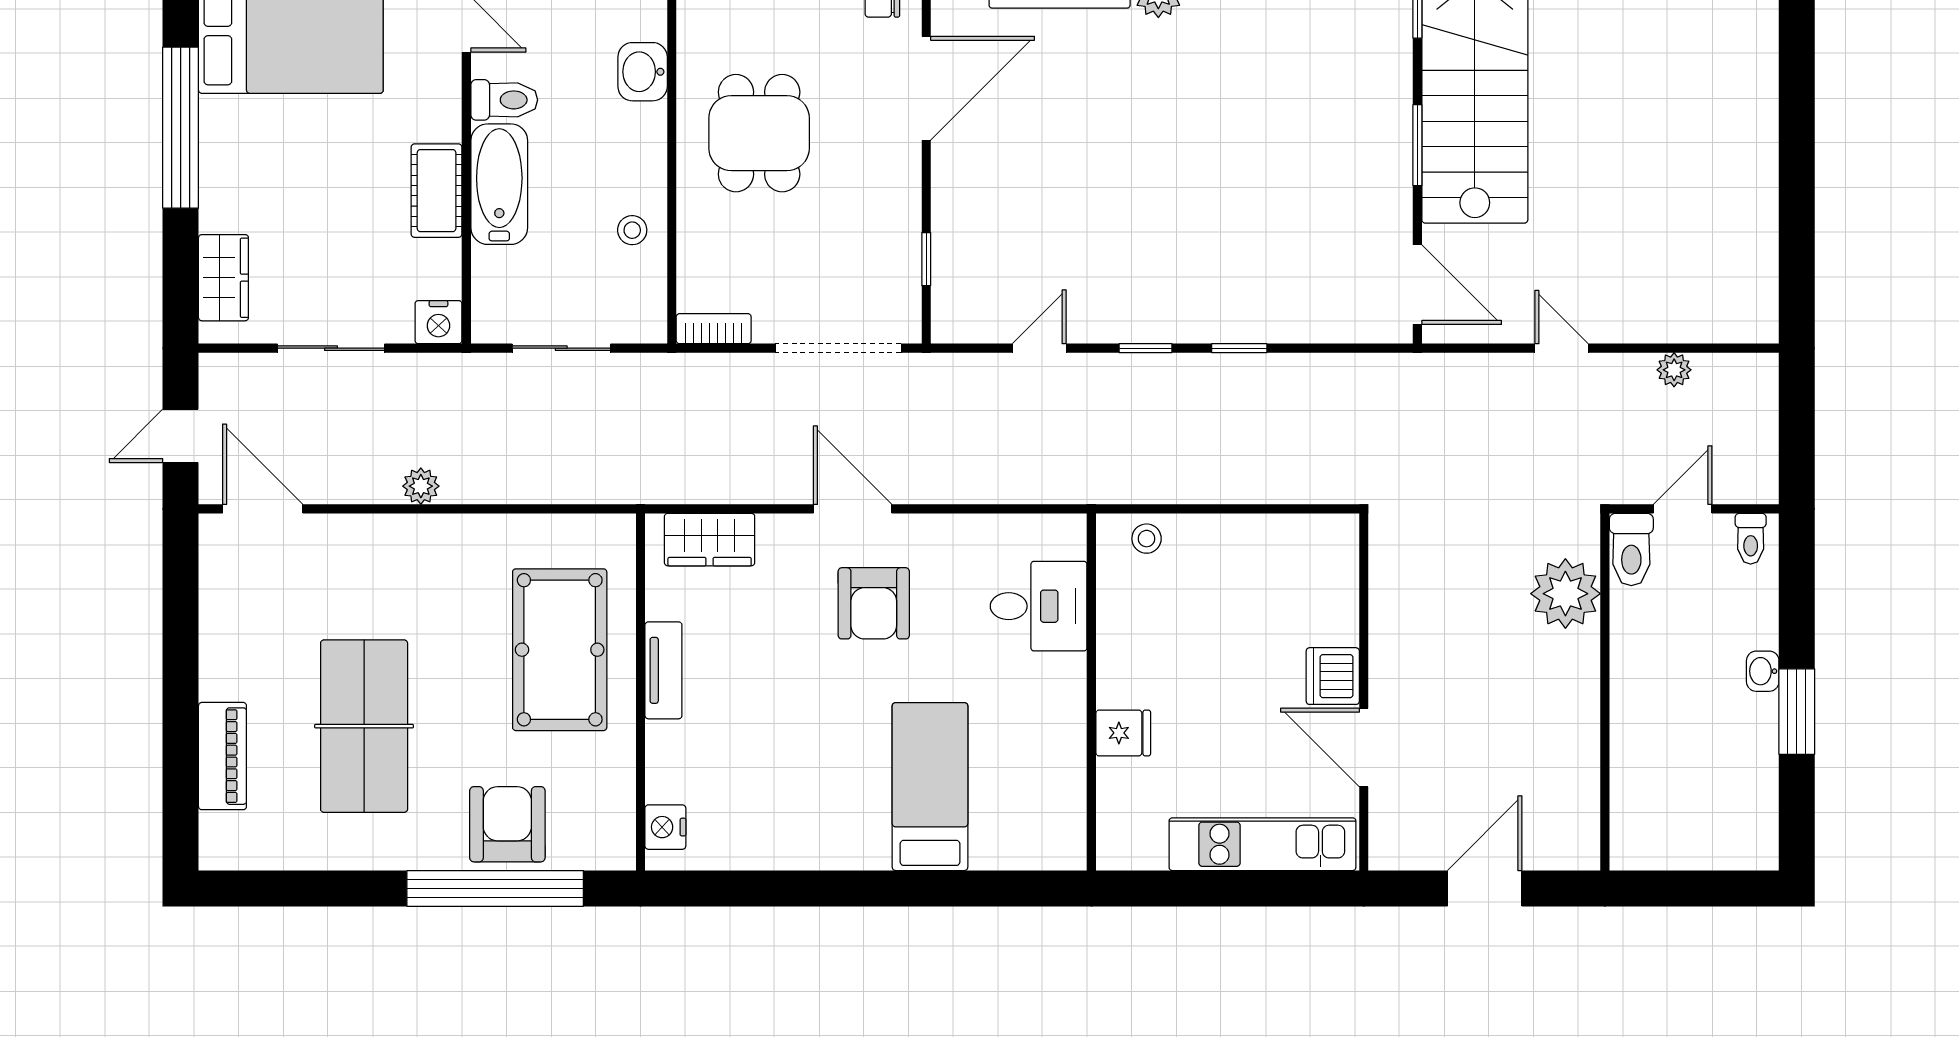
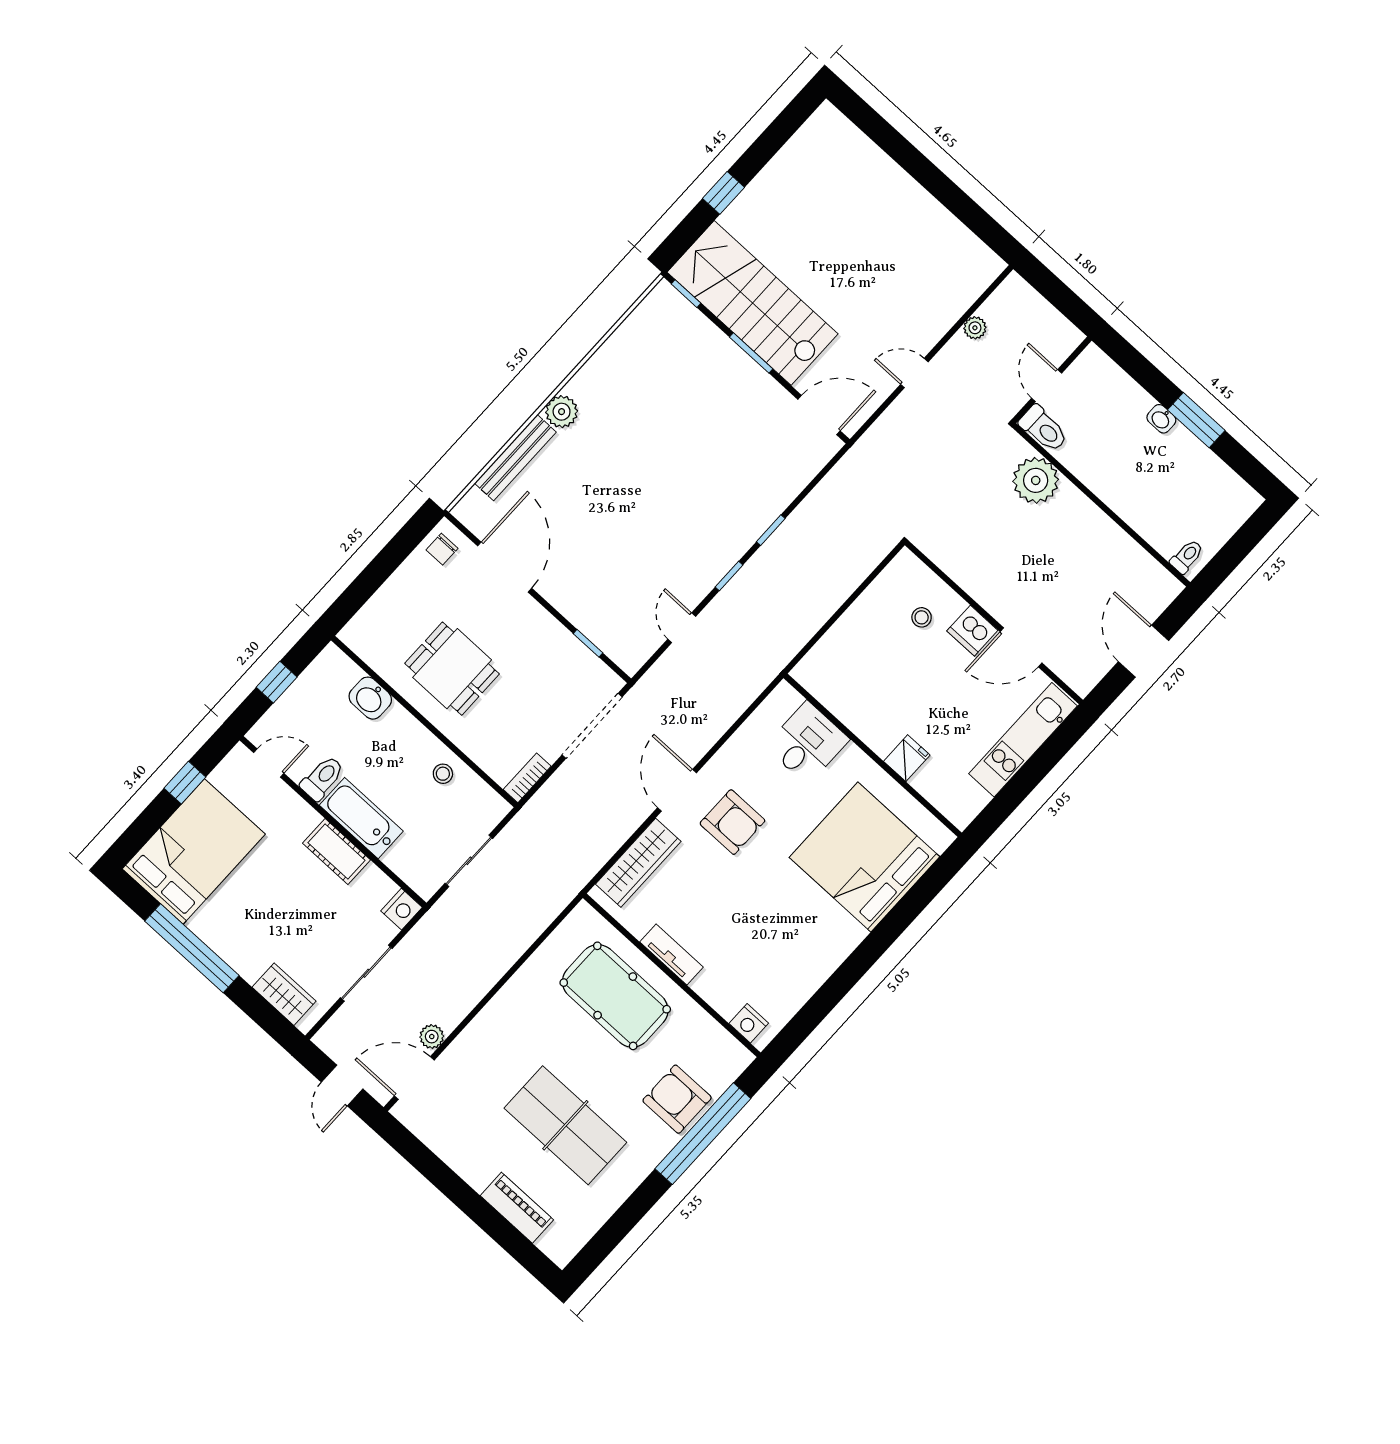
plant: (421, 486) -> (432, 1037), moved
door: (853, 509) -> (677, 790), hinge flipped
stool: (1147, 539) -> (922, 617), moved
toilet: (1751, 539) -> (1187, 557), moved, turned -90
wardrobe: (710, 540) -> (638, 863), width x1.50
bed: (930, 787) -> (864, 857), width x2.04

